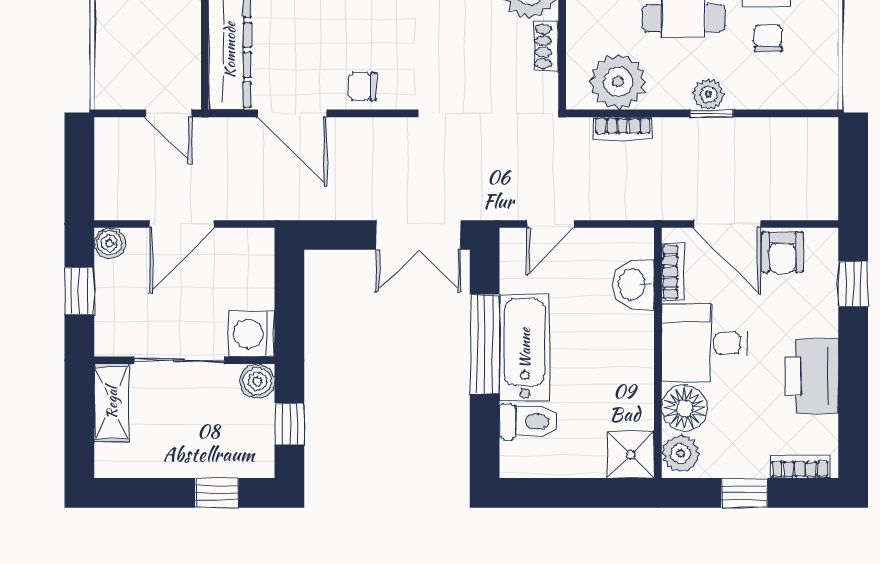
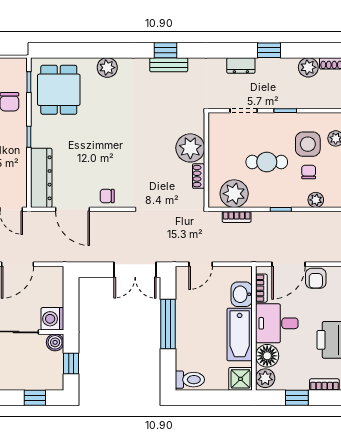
plant: (708, 94) -> (316, 200), moved
door: (727, 224) -> (288, 264), hinge flipped
bathtub: (525, 348) -> (240, 335), moved, turned 180
toilet: (529, 422) -> (190, 380), moved

